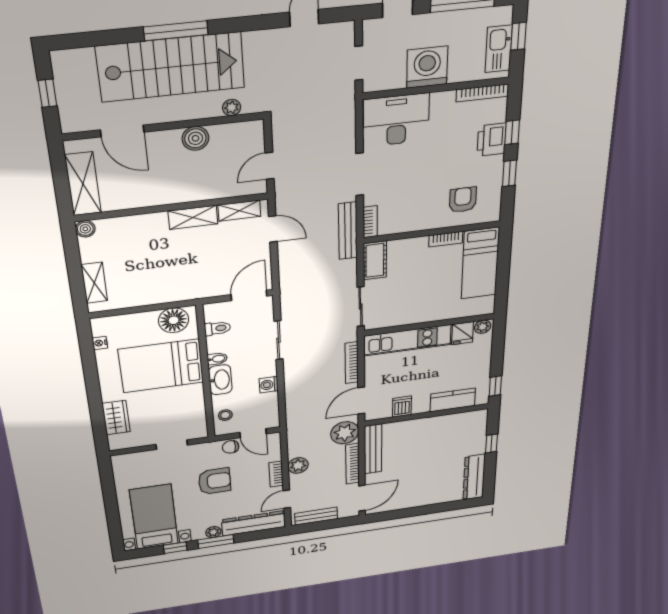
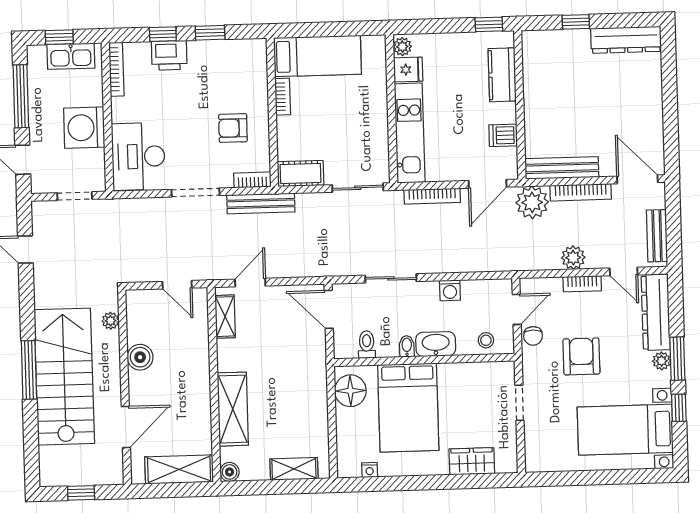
armchair: (463, 200) -> (233, 128), moved
shelving: (193, 217) -> (233, 409), moved, width x1.50, depth x1.33
door: (361, 401) -> (488, 184), hinge flipped

